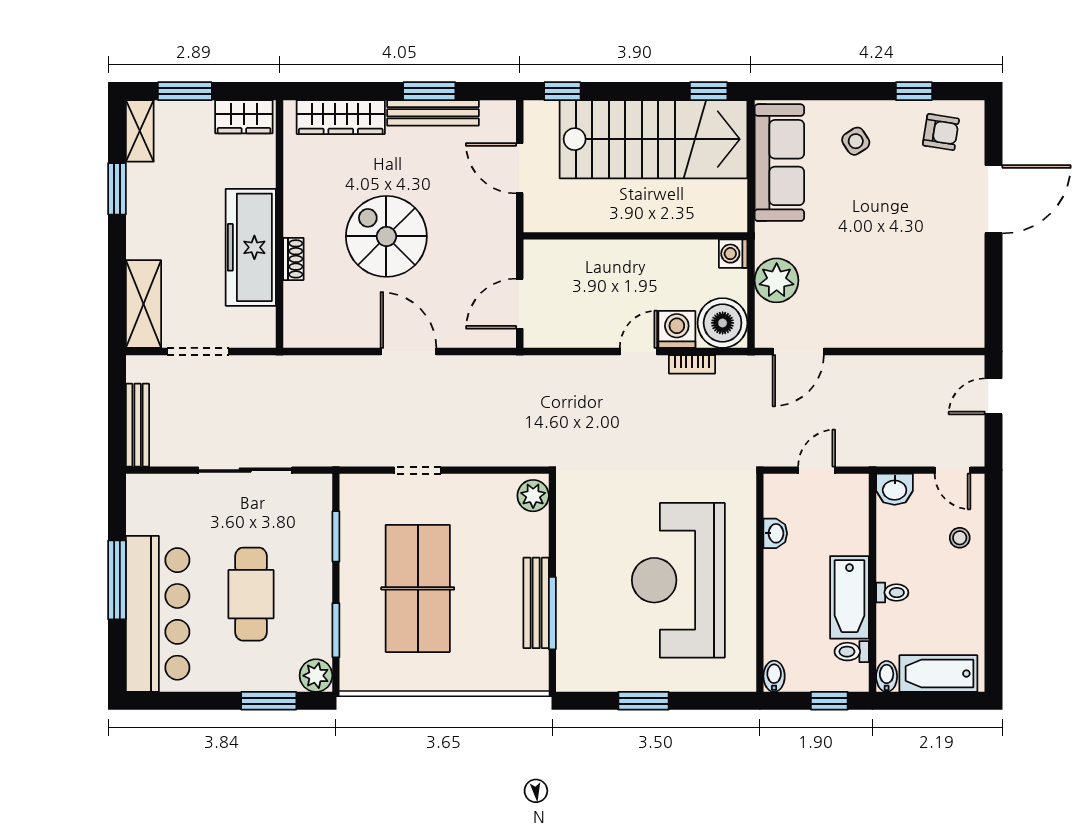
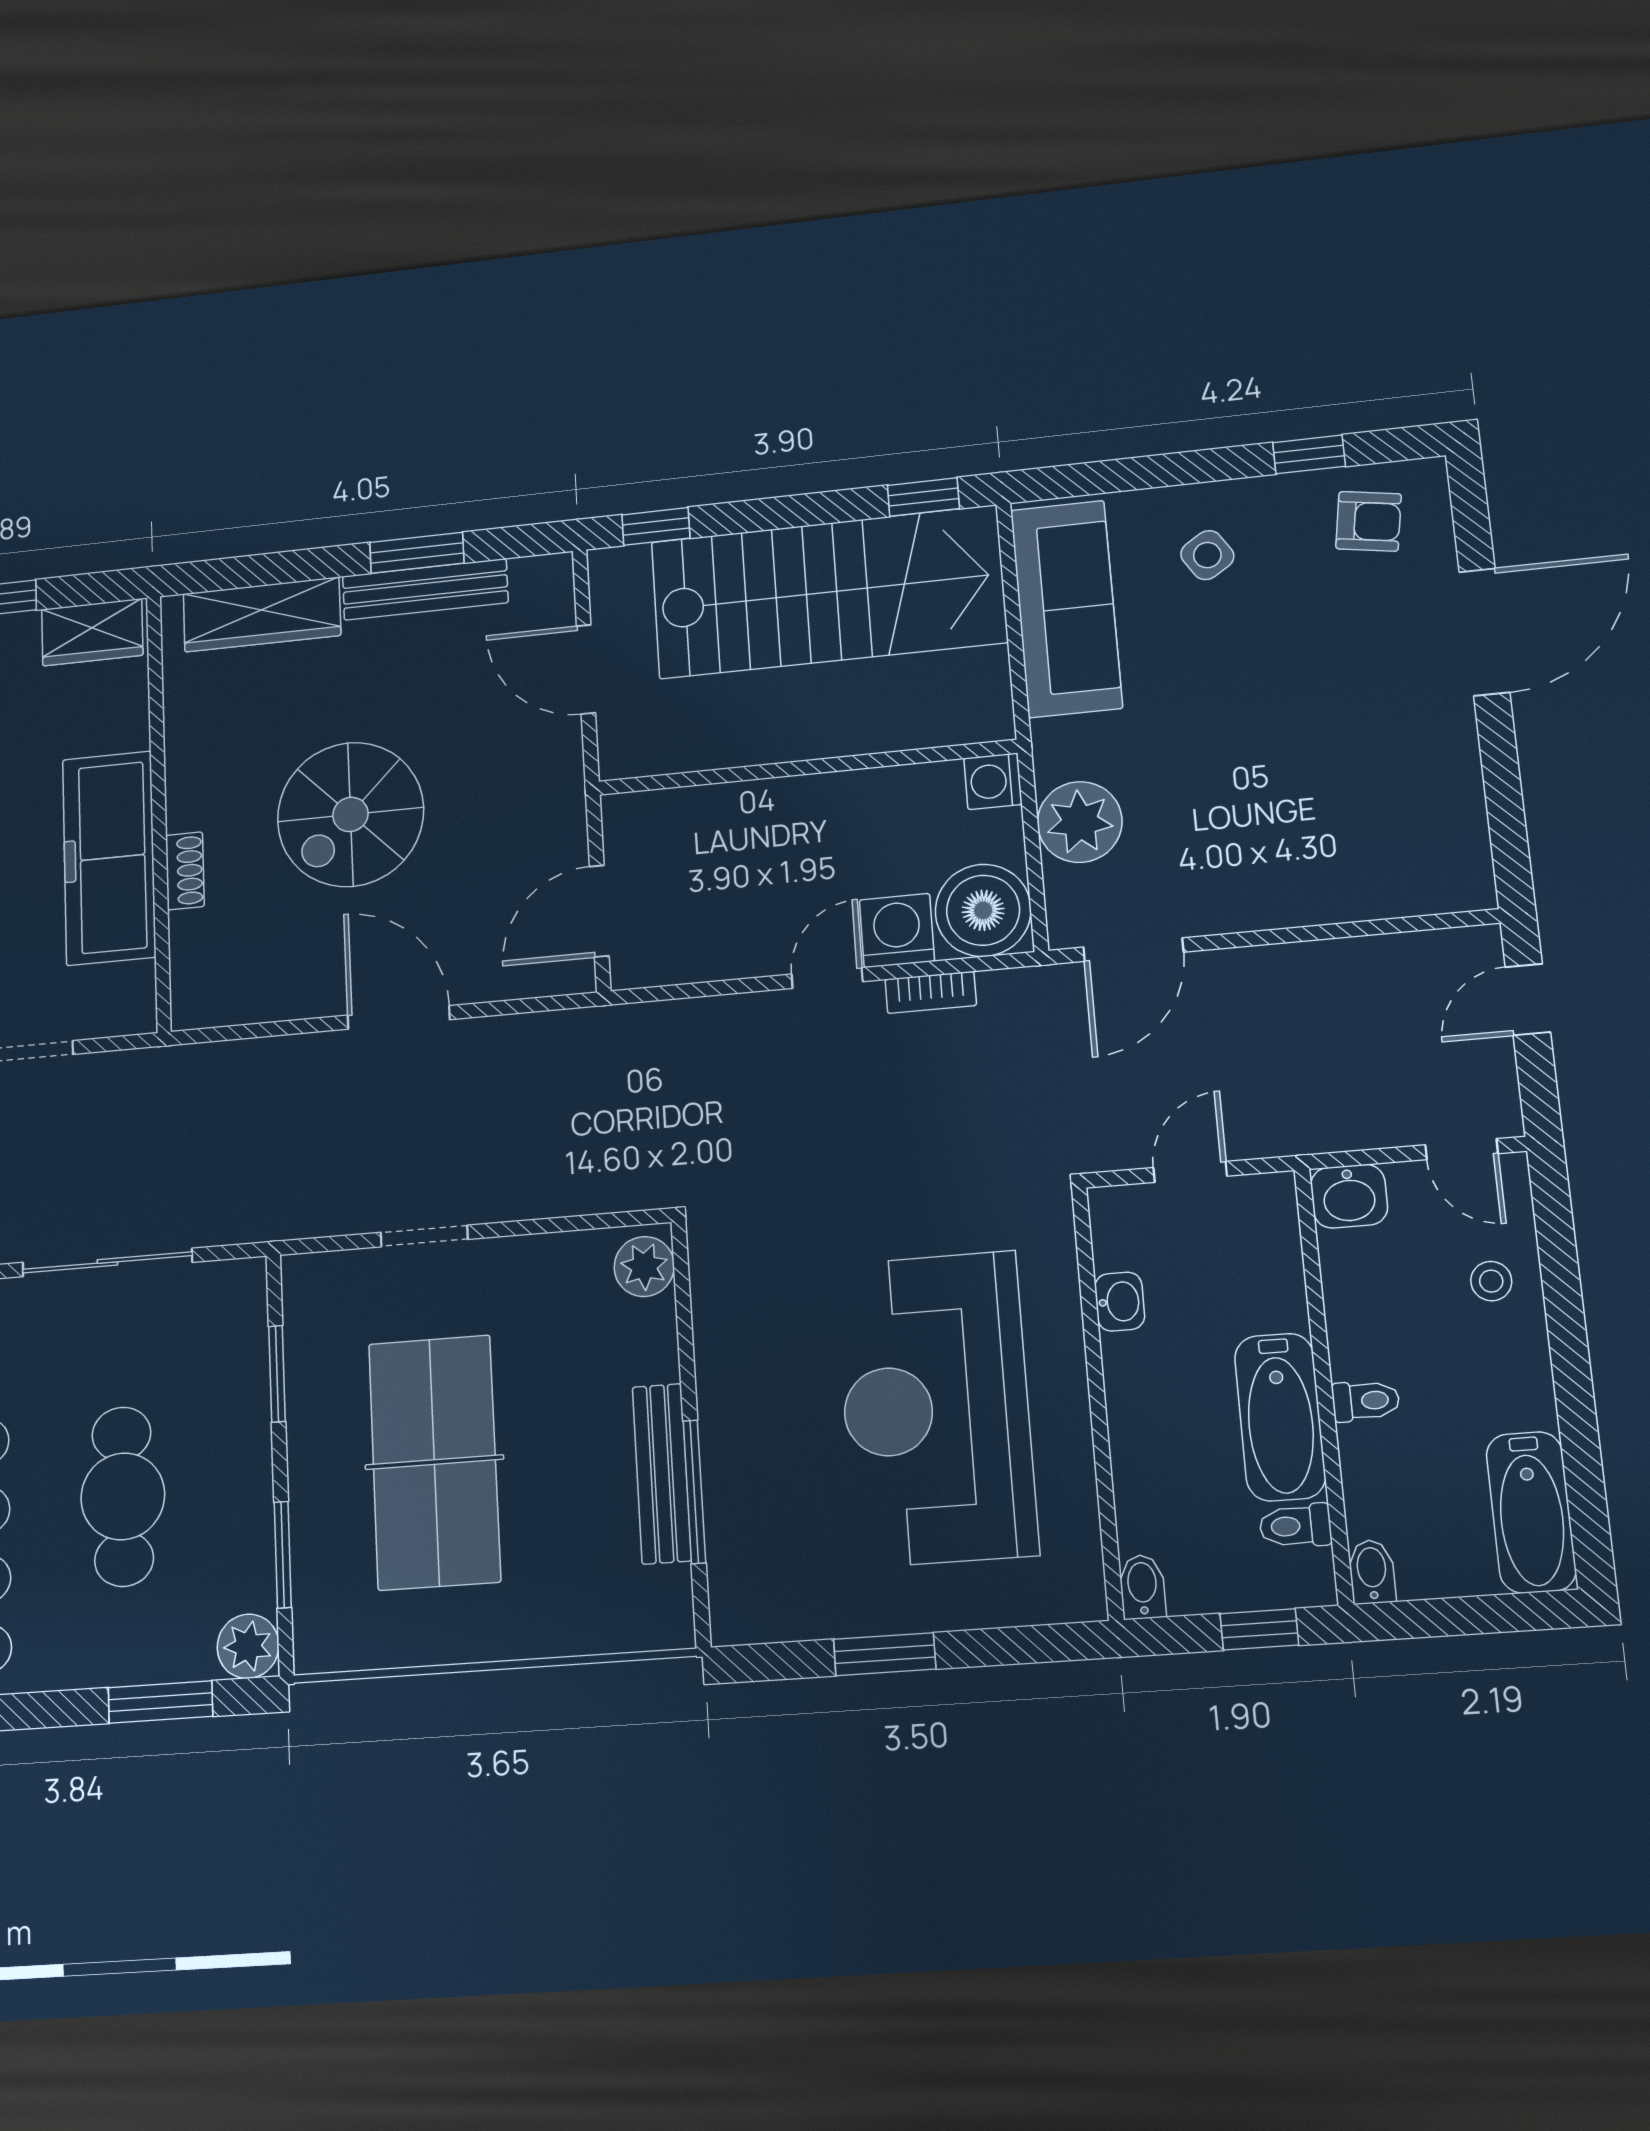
spiral stairs: (386, 236) -> (350, 814), turned -90
bathtub: (938, 674) -> (1531, 1512), moved, turned -90

